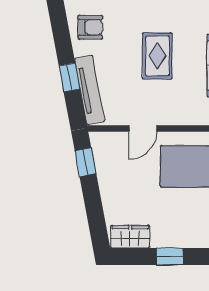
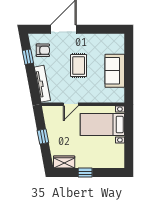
window: (69, 77) -> (28, 57), moved
window: (85, 162) -> (43, 137), moved

